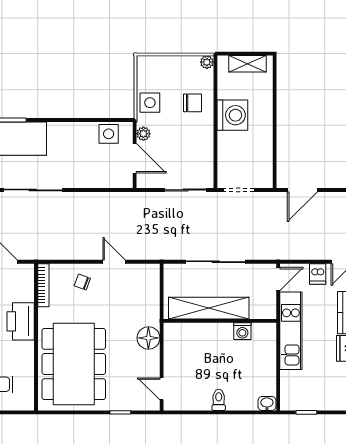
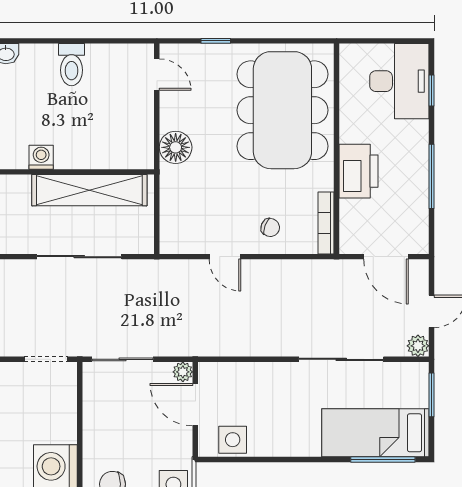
plant: (143, 134) -> (183, 372), moved
toilet: (219, 400) -> (72, 65), width x1.37, depth x1.39

